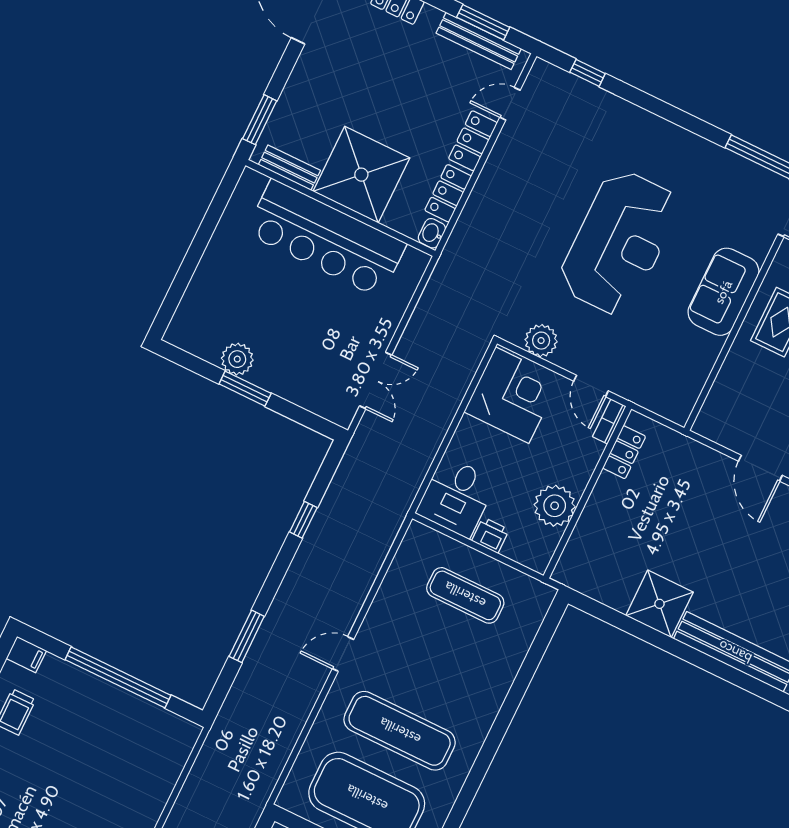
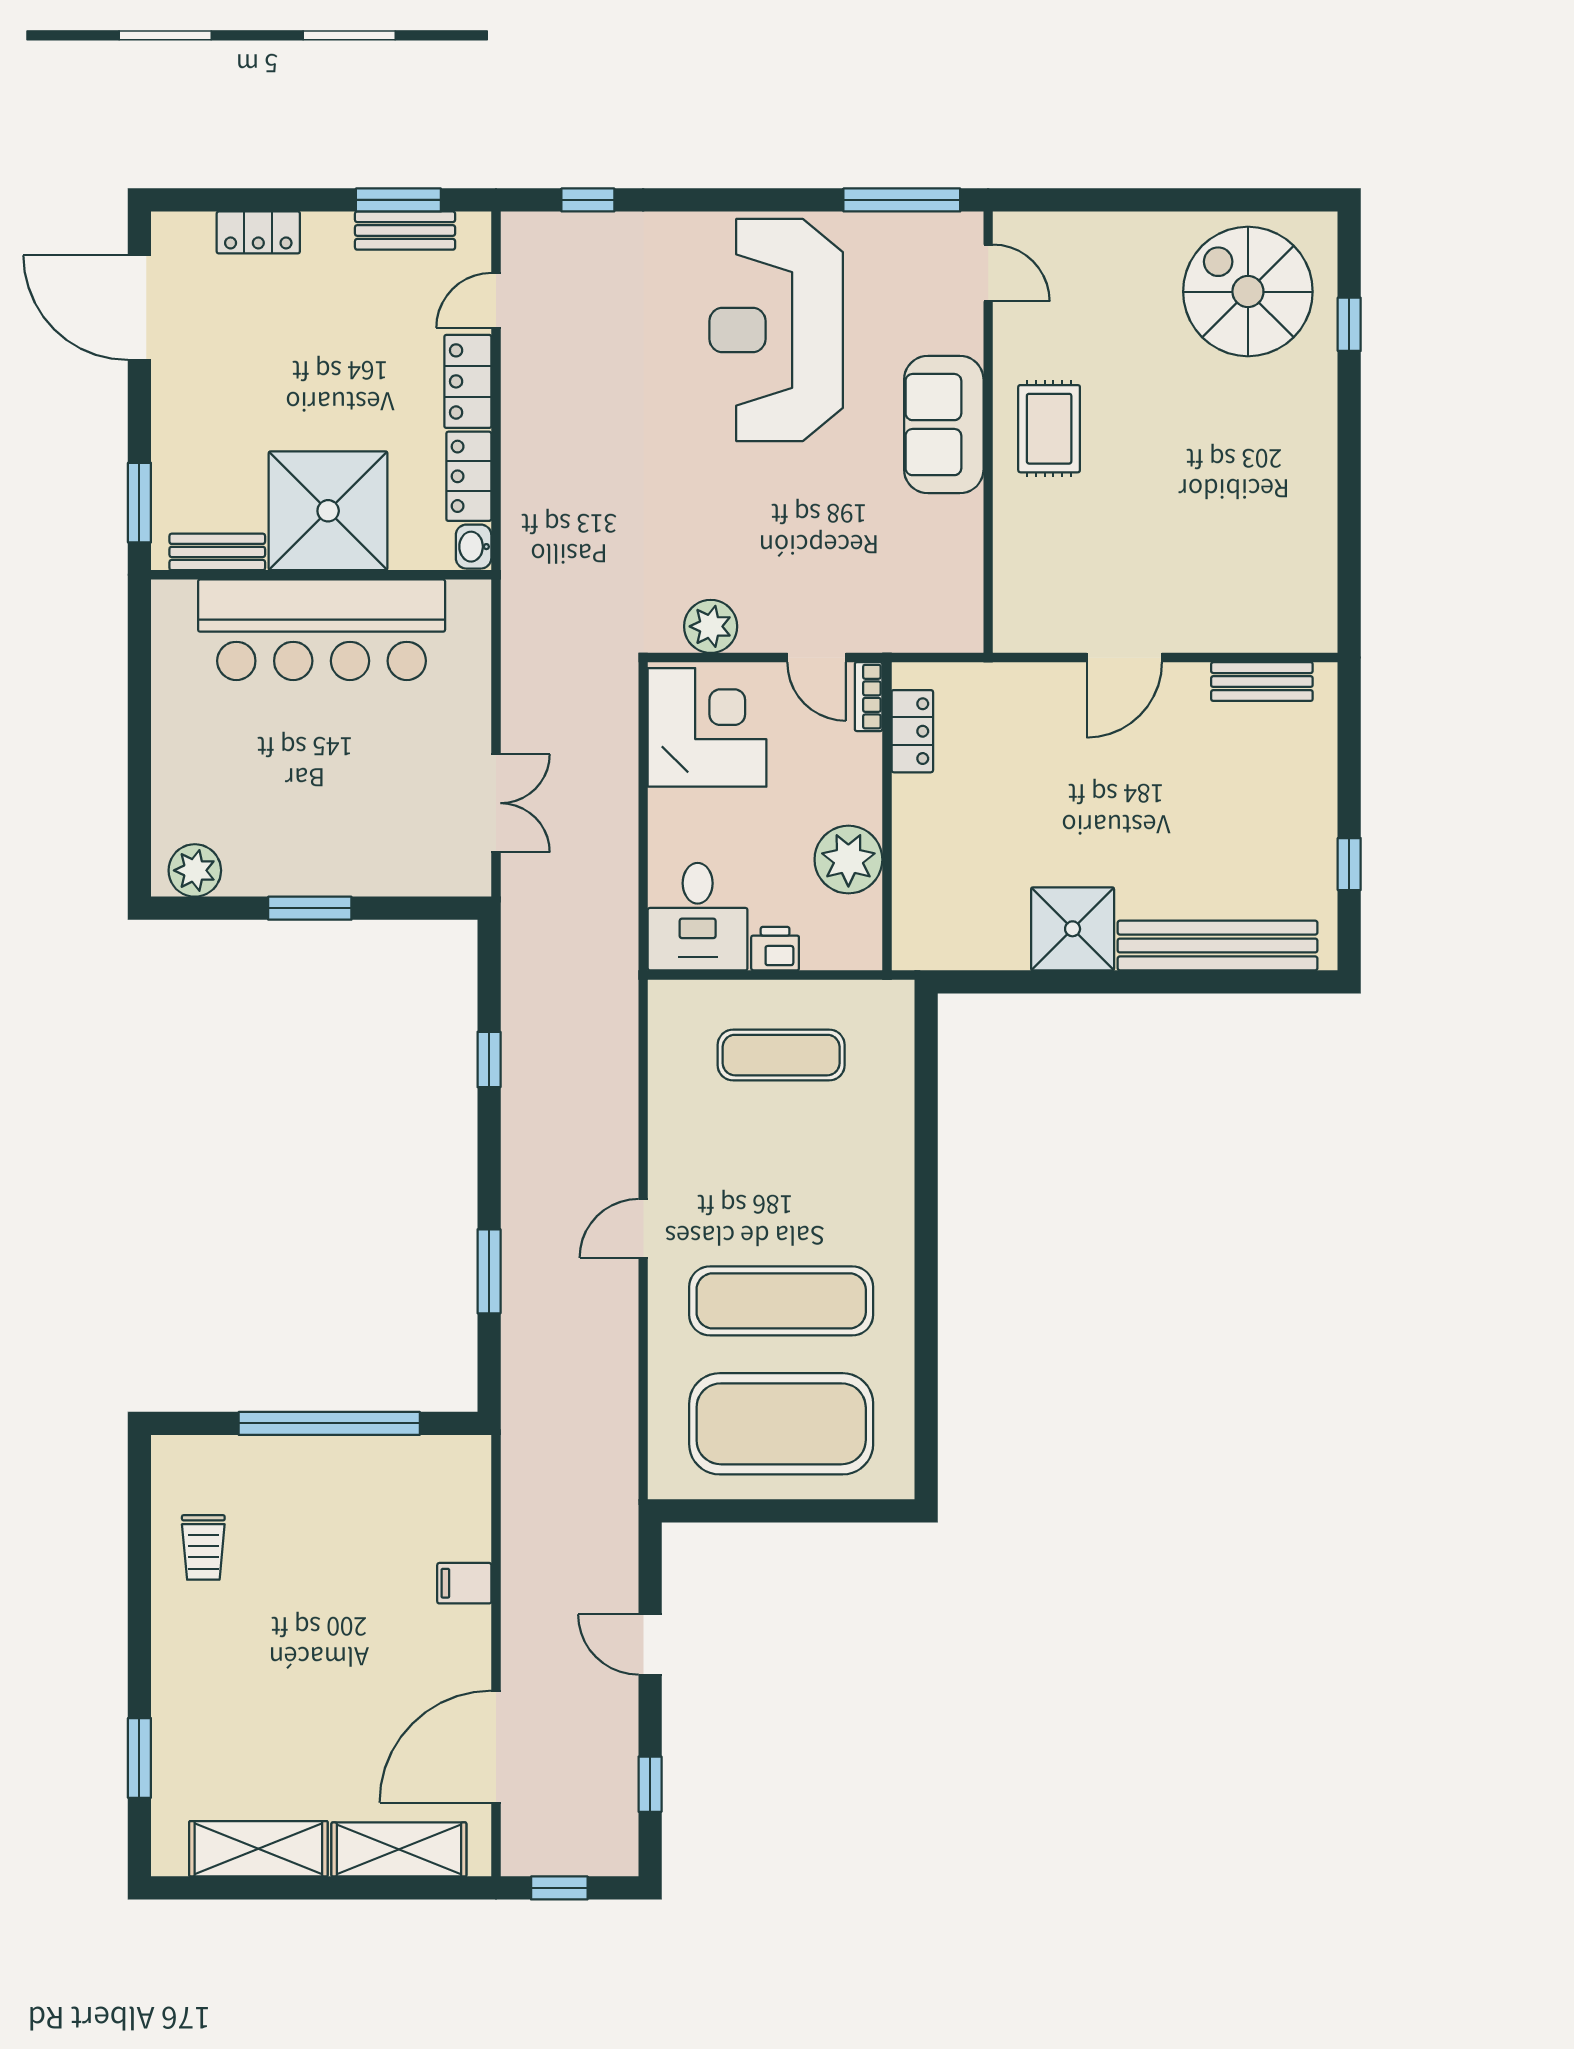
bench: (479, 41) -> (405, 231), width x0.73
reception desk: (619, 243) -> (776, 330), moved, turned 180
plant: (237, 359) -> (195, 870), moved
door: (760, 468) -> (1124, 658), hinge flipped
filing cabinet: (26, 654) -> (464, 1583), moved, turned 180

